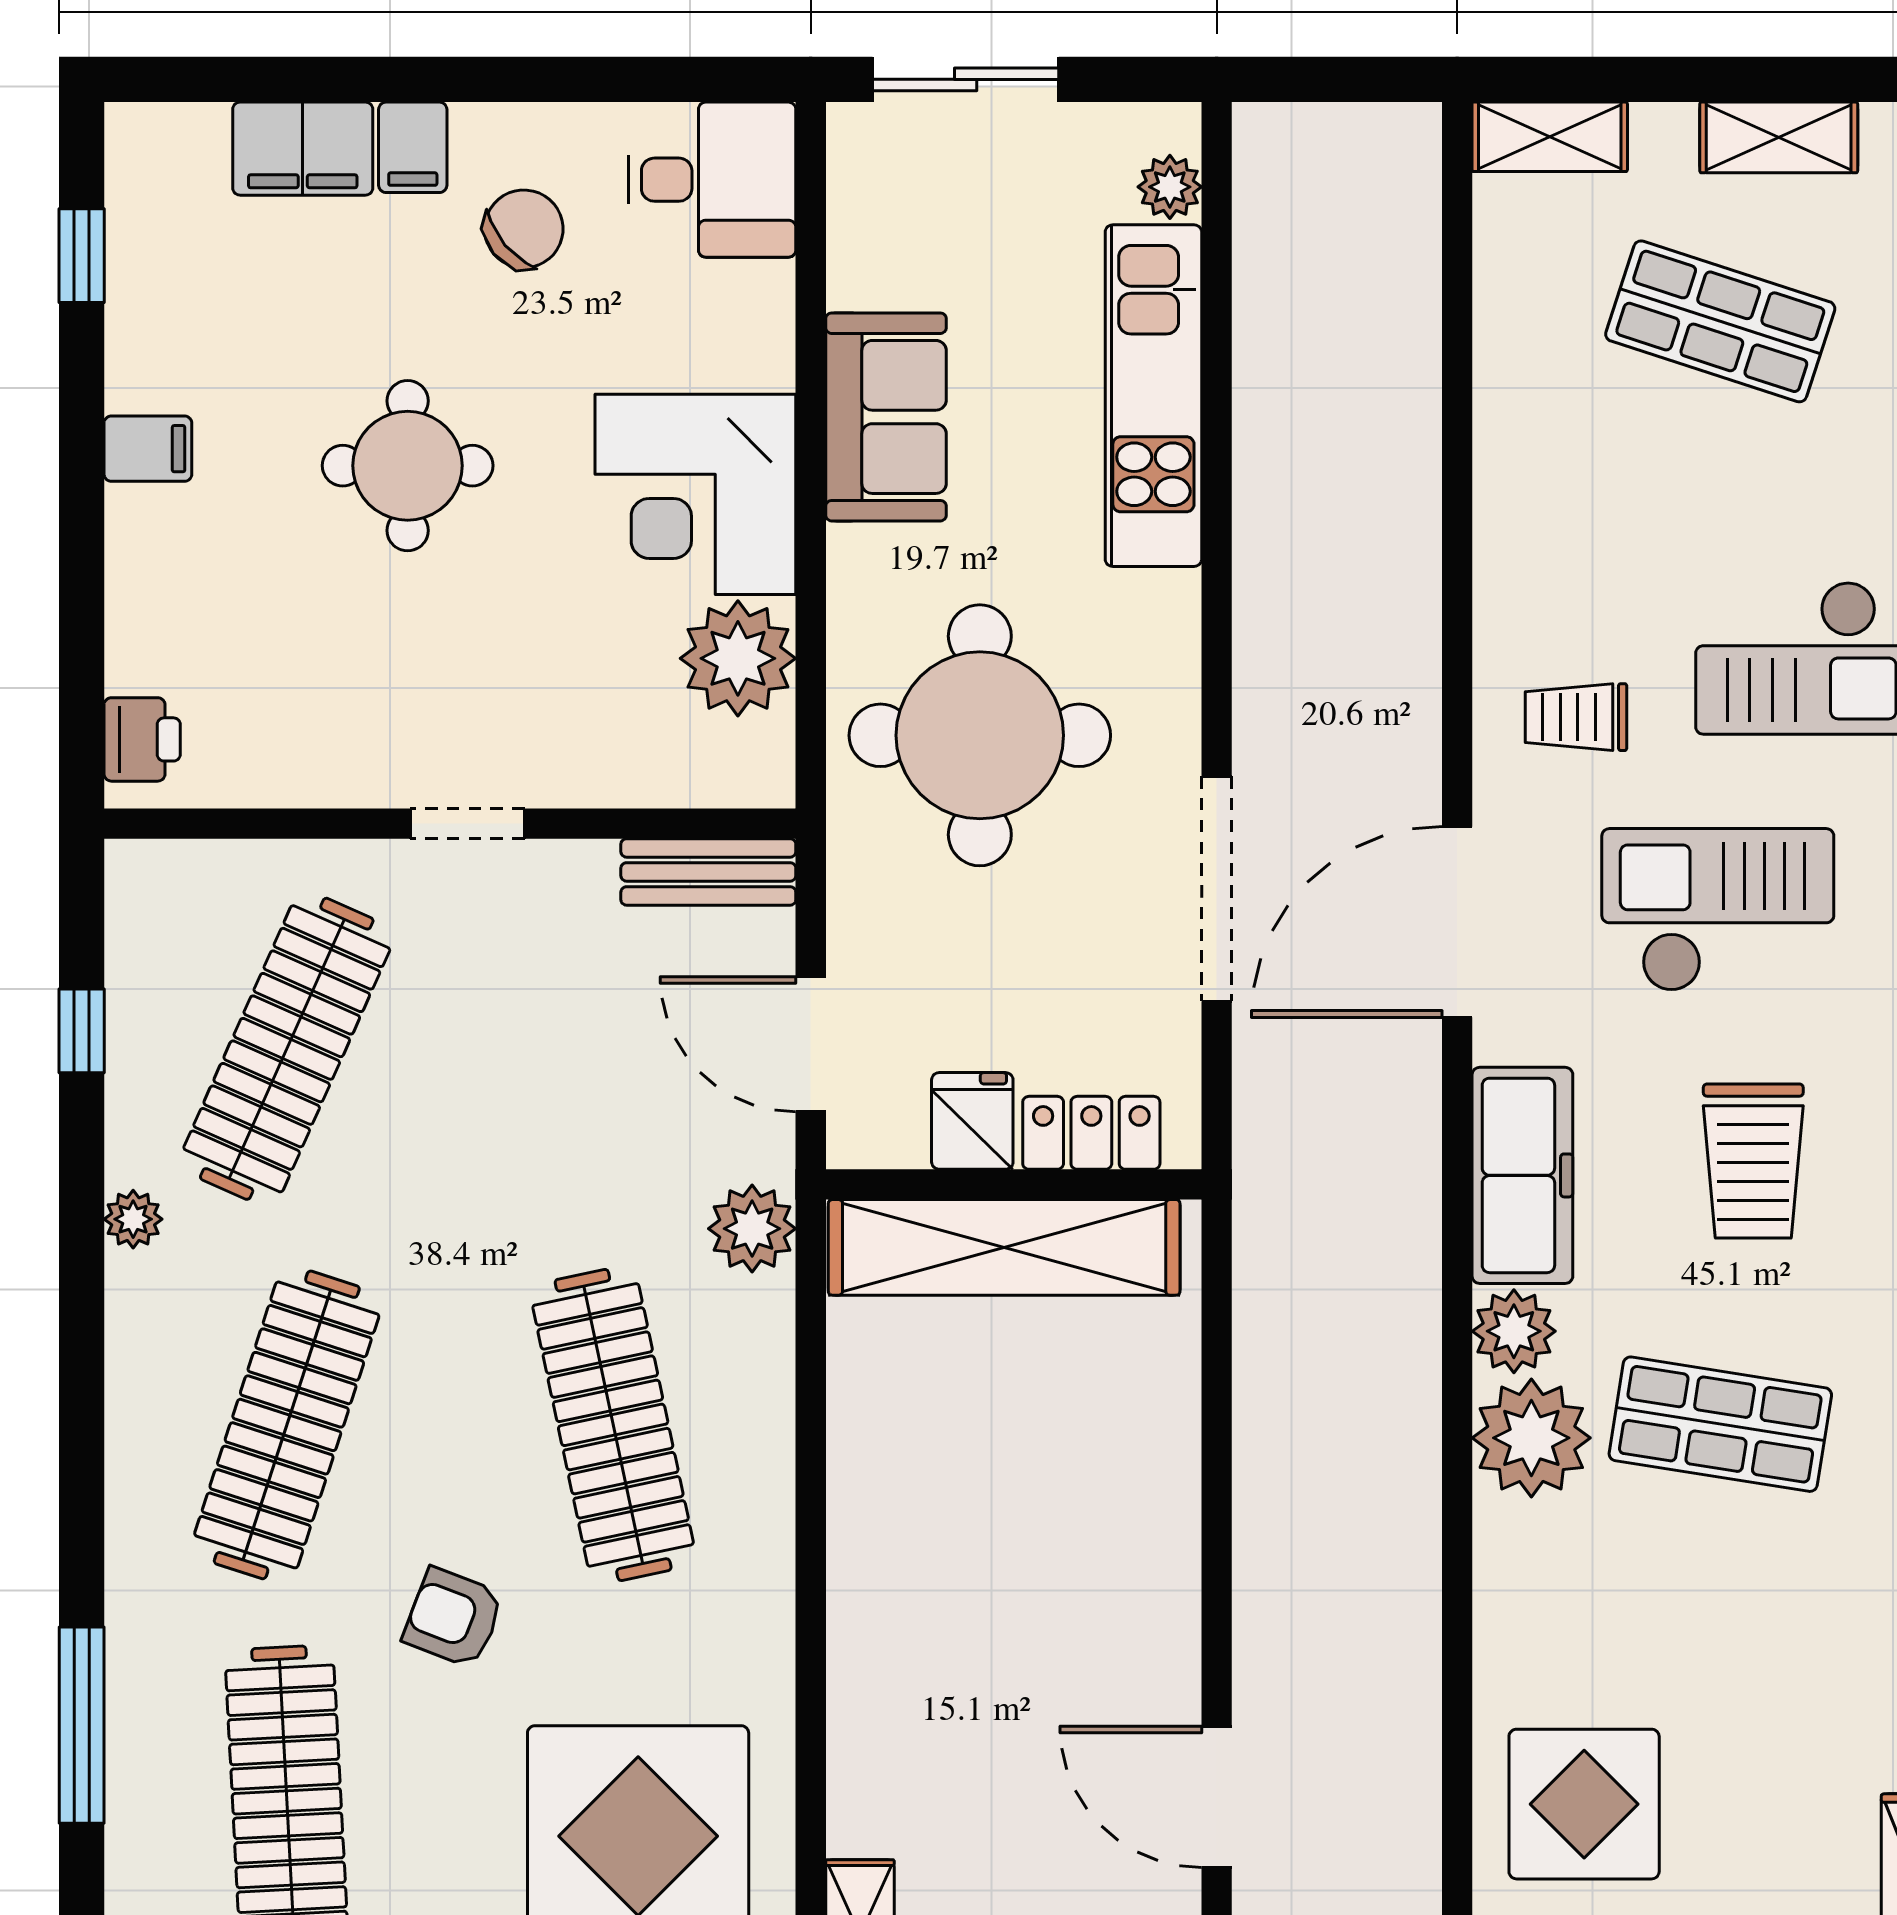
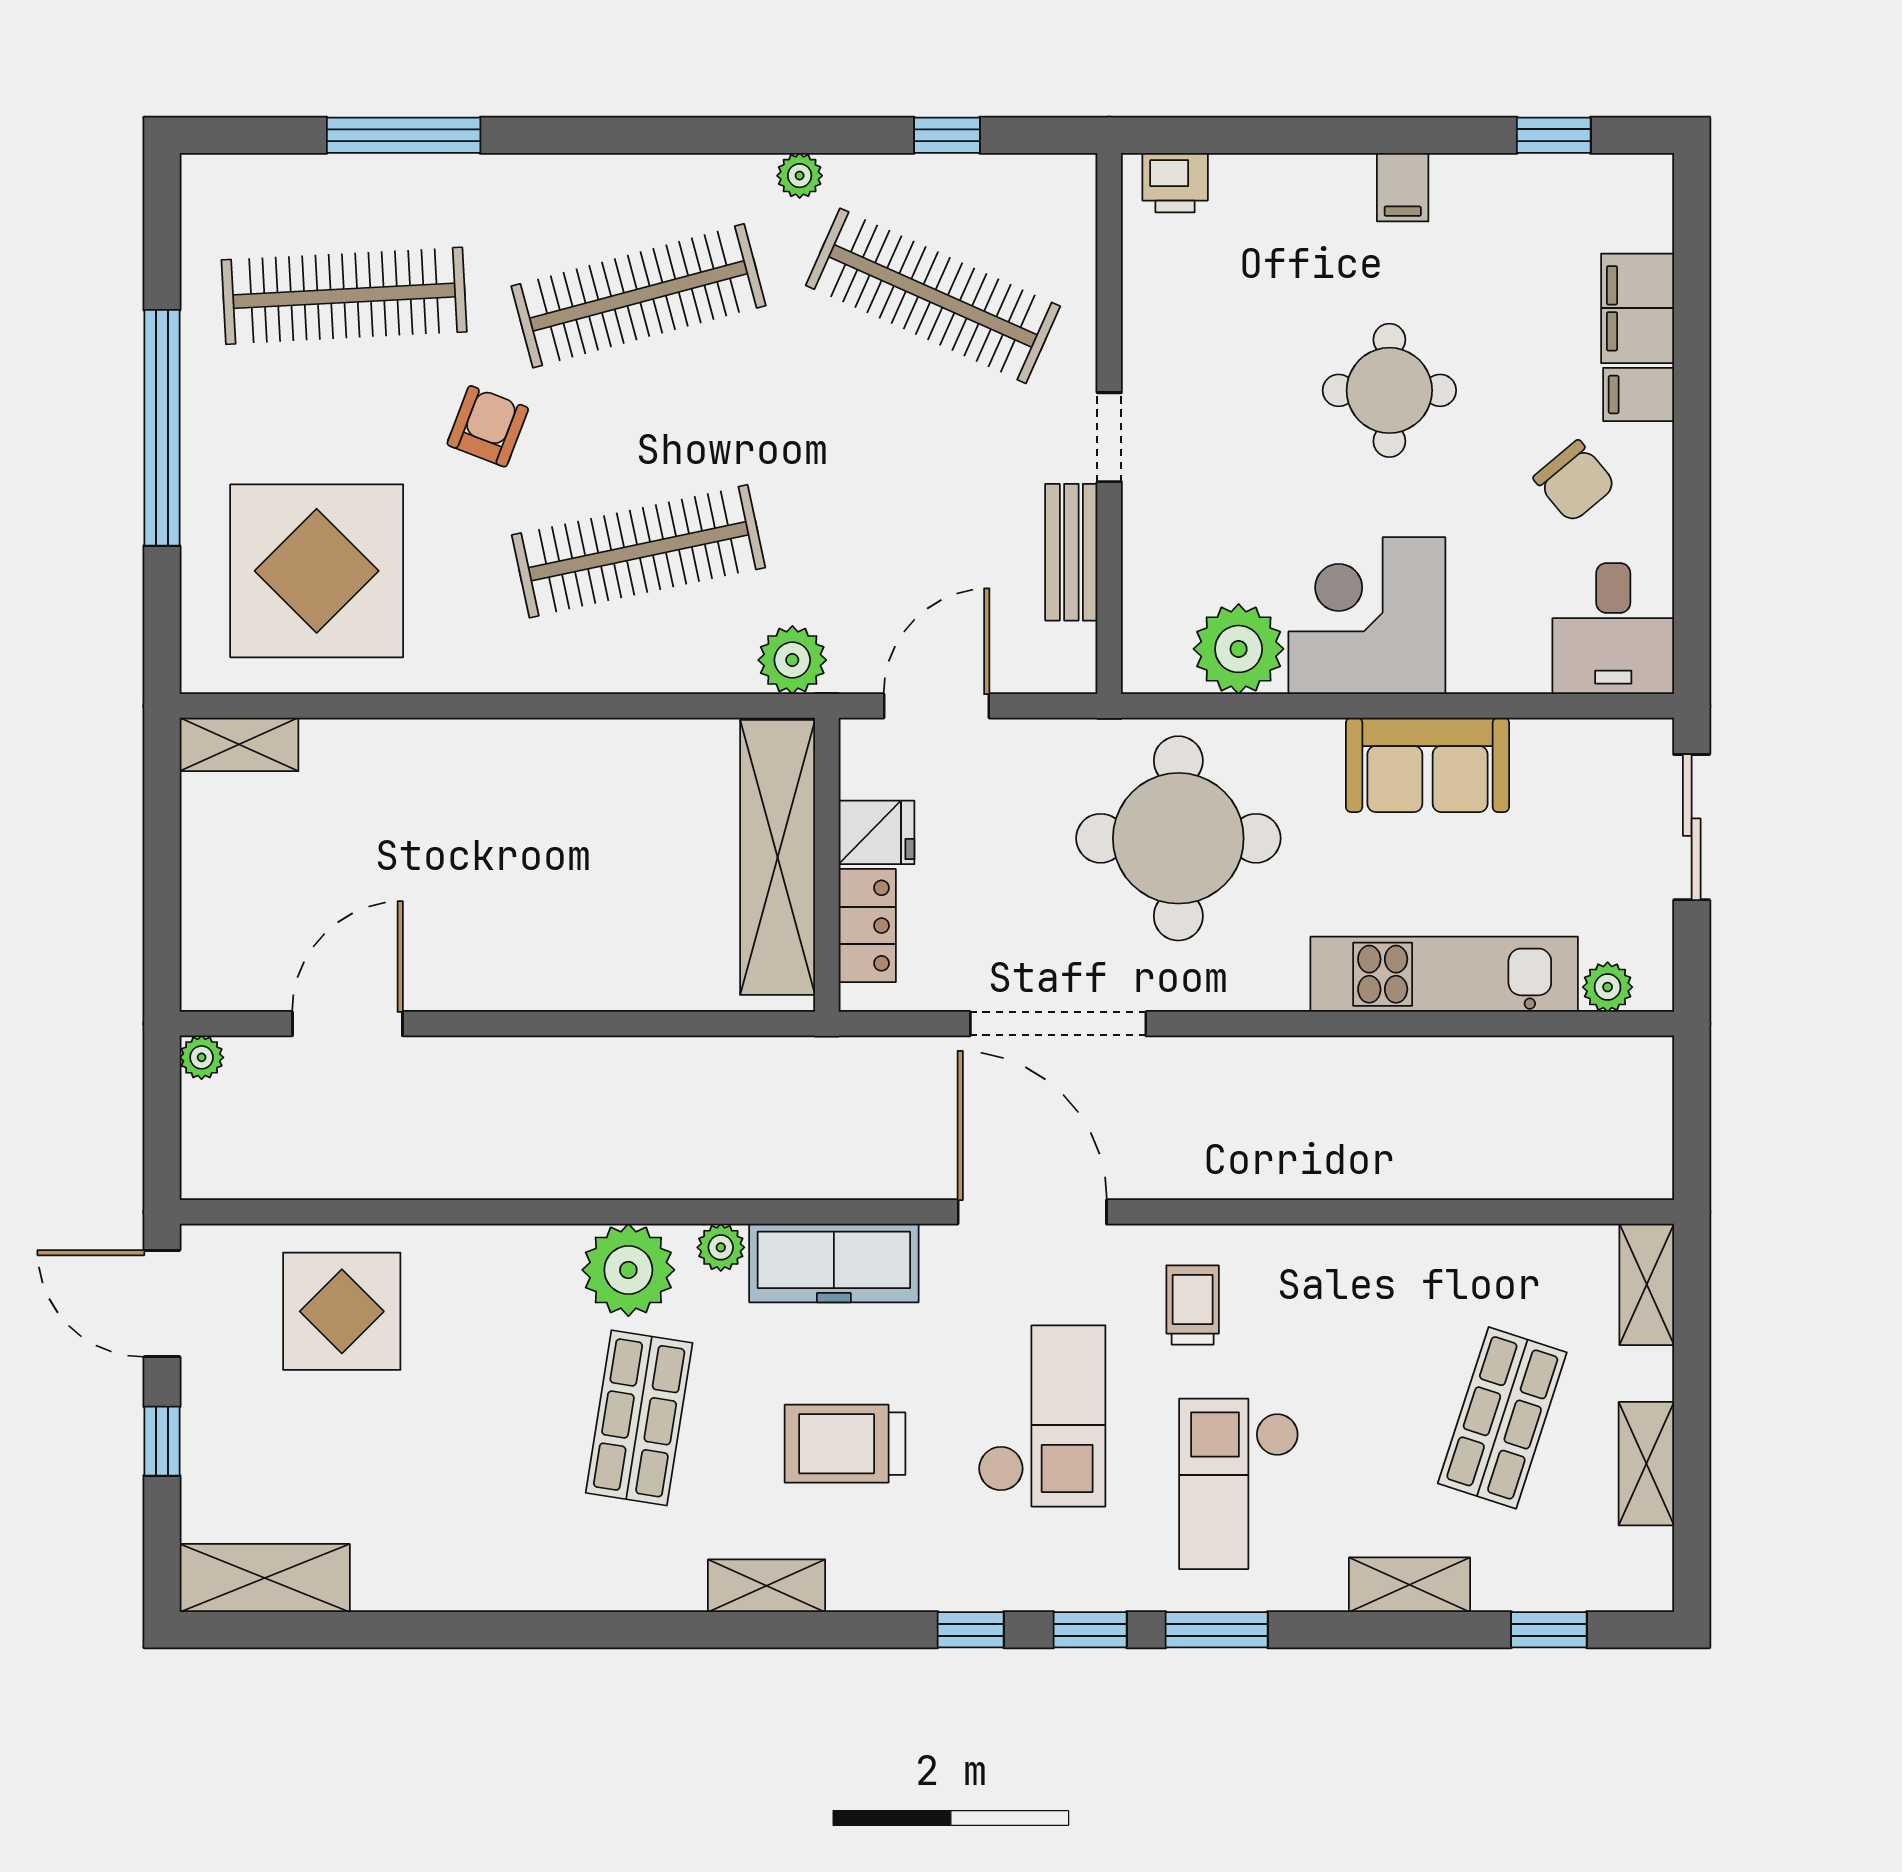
bench: (708, 872) -> (1071, 552), moved
plant: (1514, 1331) -> (721, 1247), width x0.73, depth x0.73
clothes rail: (287, 1425) -> (639, 296), turned -33

